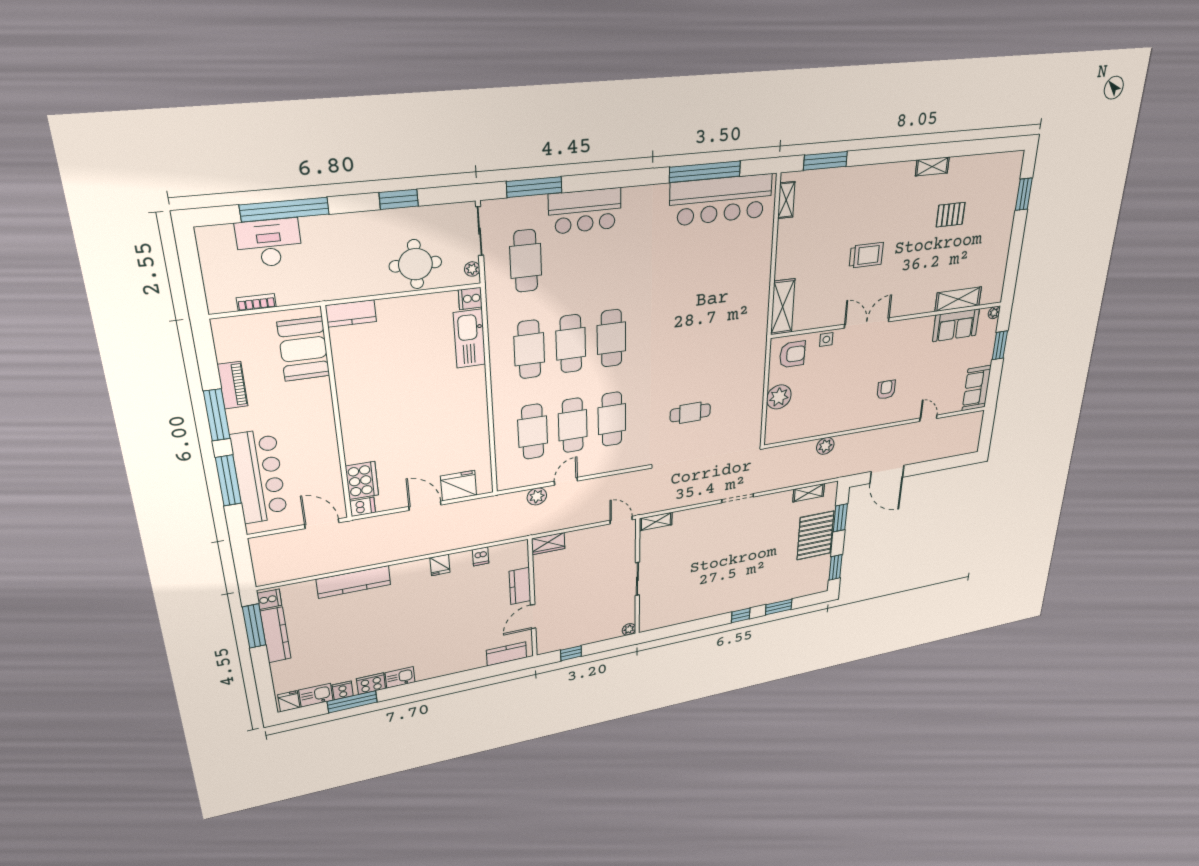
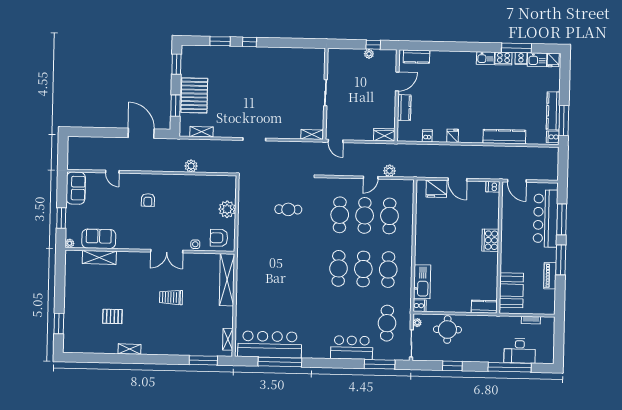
shelving: (783, 307) -> (227, 280), width x1.47
cooker: (362, 481) -> (490, 240), moved
plant: (629, 629) -> (369, 54), moved

